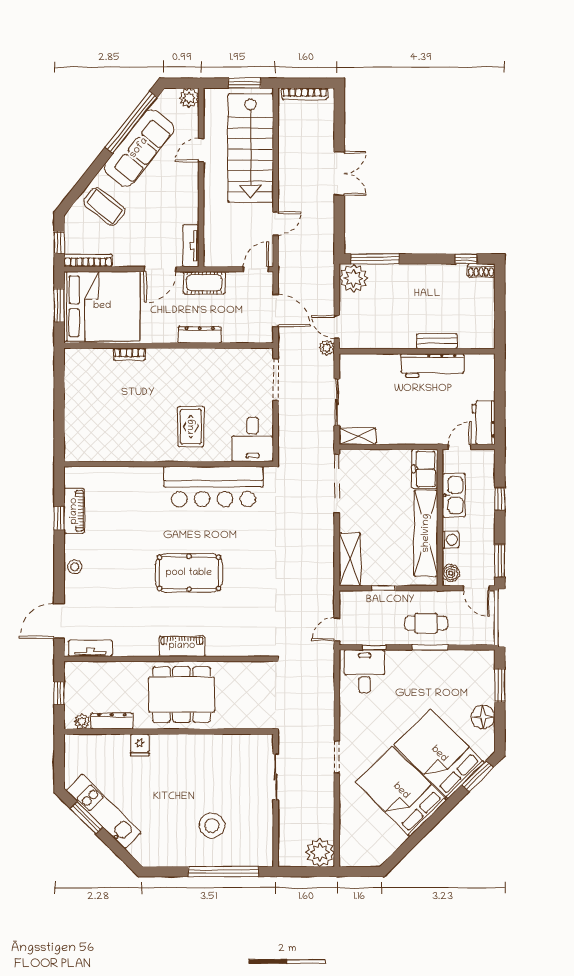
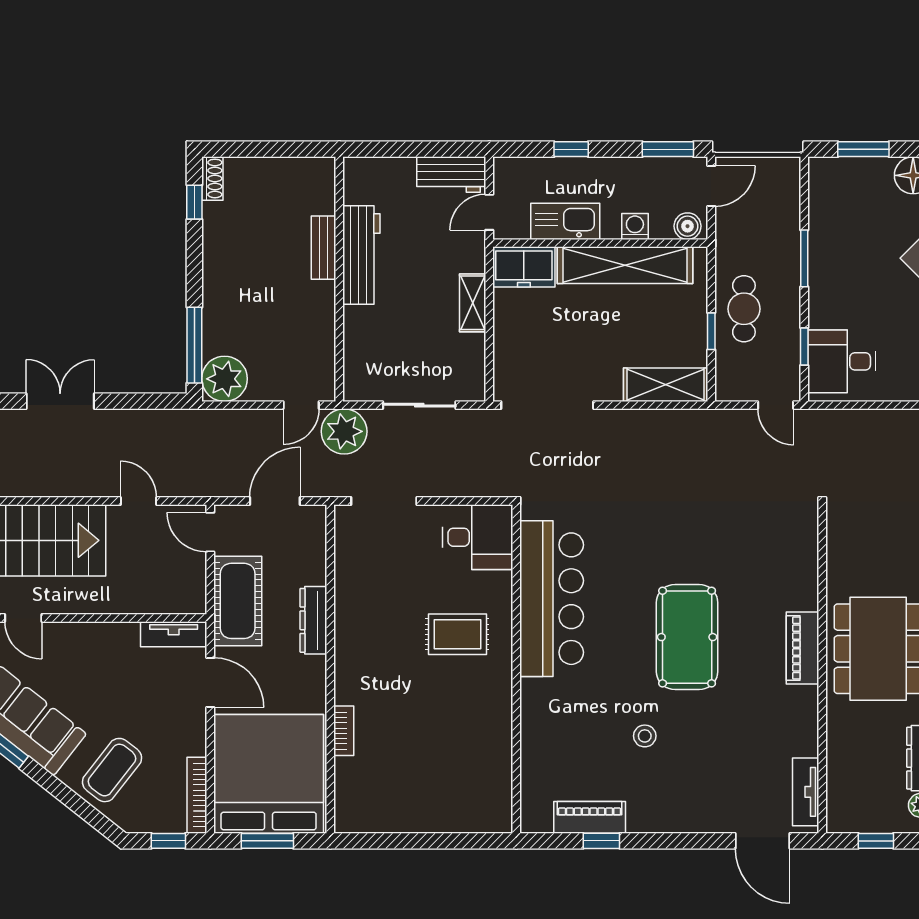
cot: (204, 283) -> (238, 601), width x1.37, depth x1.34
plant: (327, 348) -> (344, 431), width x1.87, depth x1.87
shelving: (357, 436) -> (473, 303), moved
door: (460, 447) -> (489, 212), hinge flipped
stool: (75, 567) -> (645, 736), moved
cafe table: (426, 623) -> (744, 309), moved

